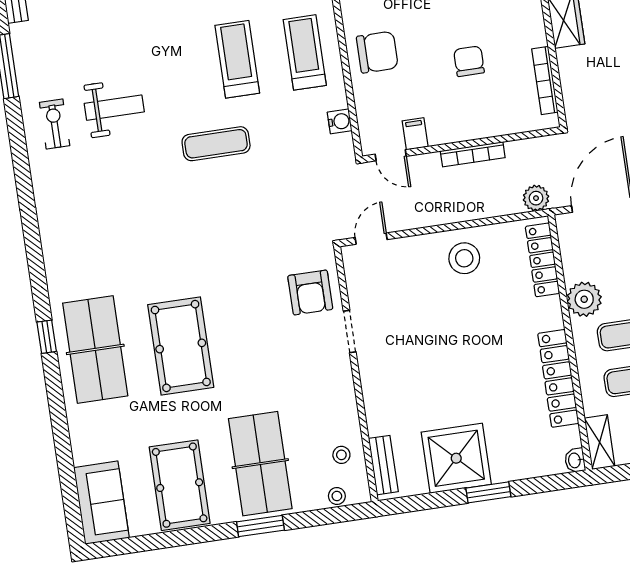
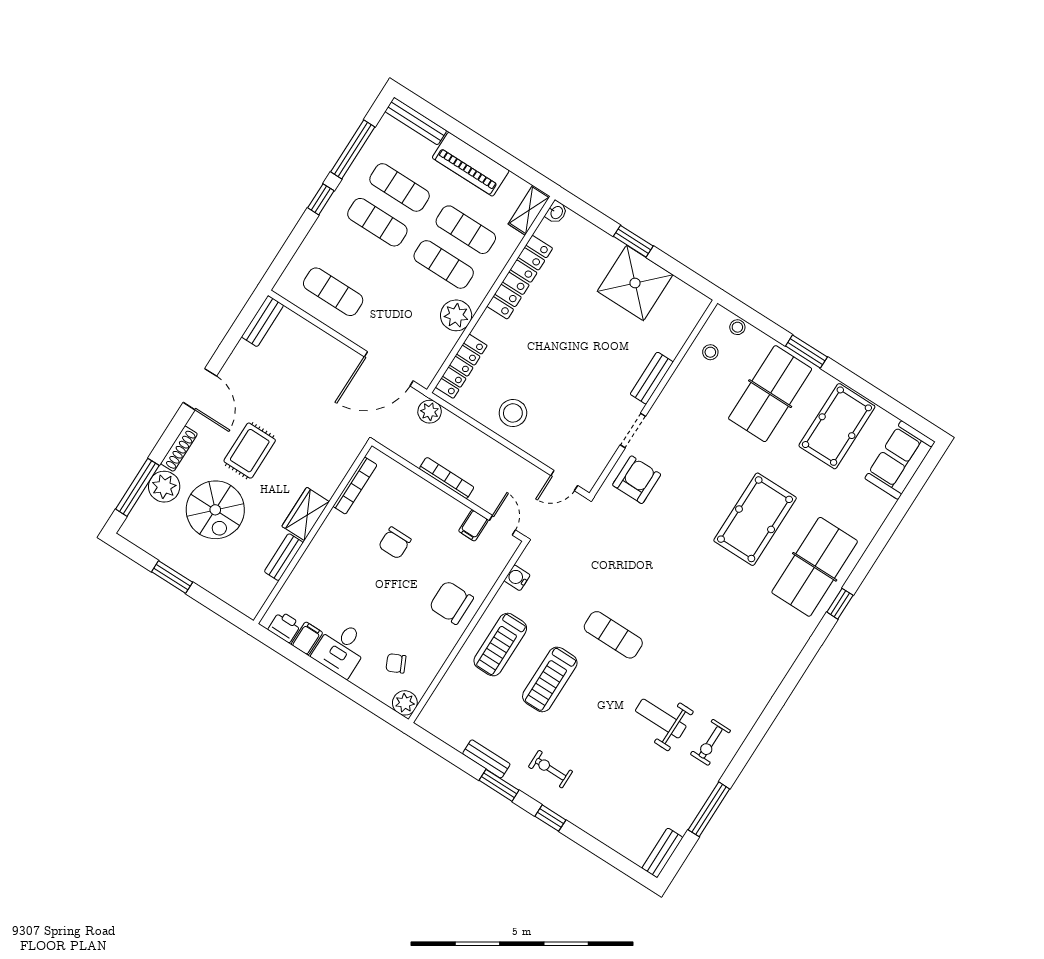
bench: (383, 465) -> (652, 378), moved

